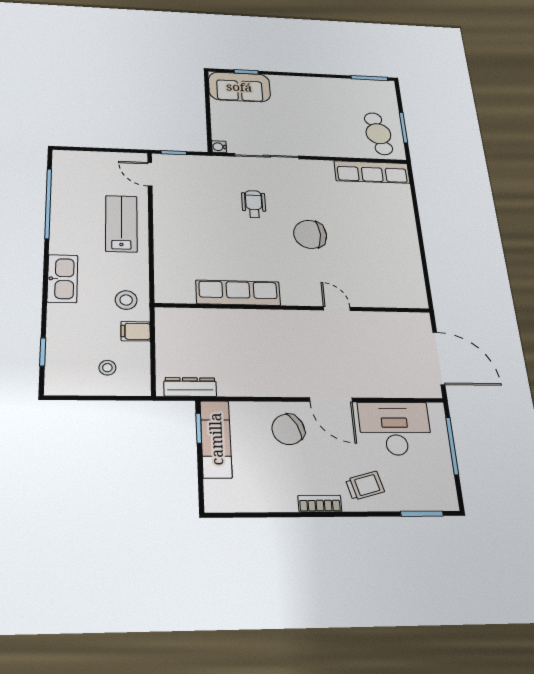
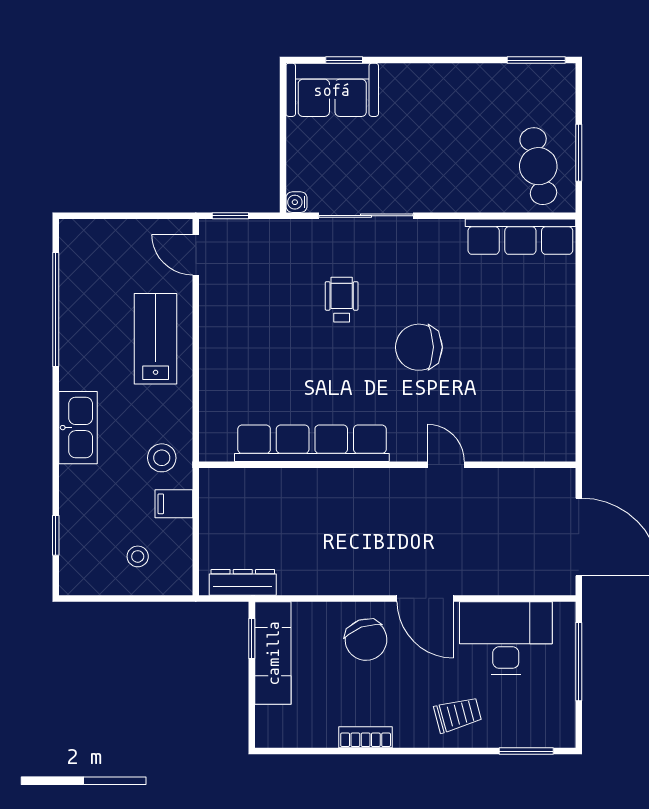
row of seats: (238, 293) -> (312, 443), width x1.36
chair: (288, 429) -> (366, 640), turned -83
bookcase: (320, 504) -> (366, 737), moved

